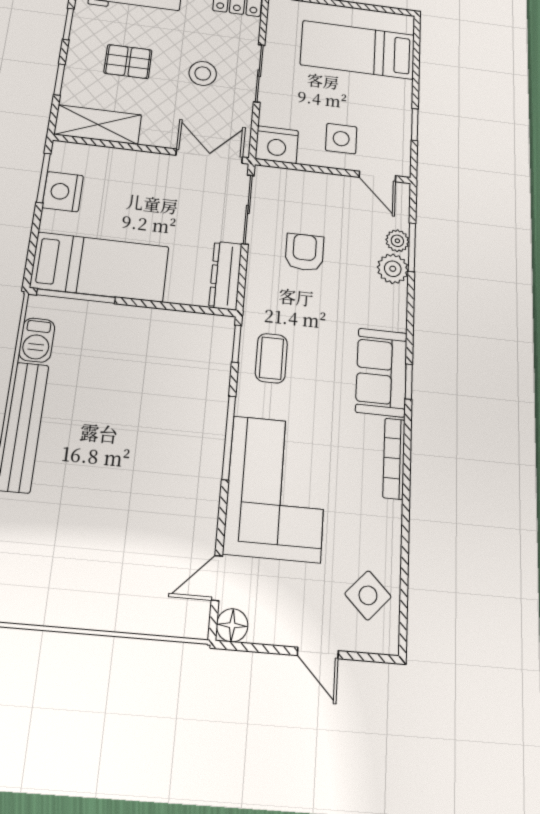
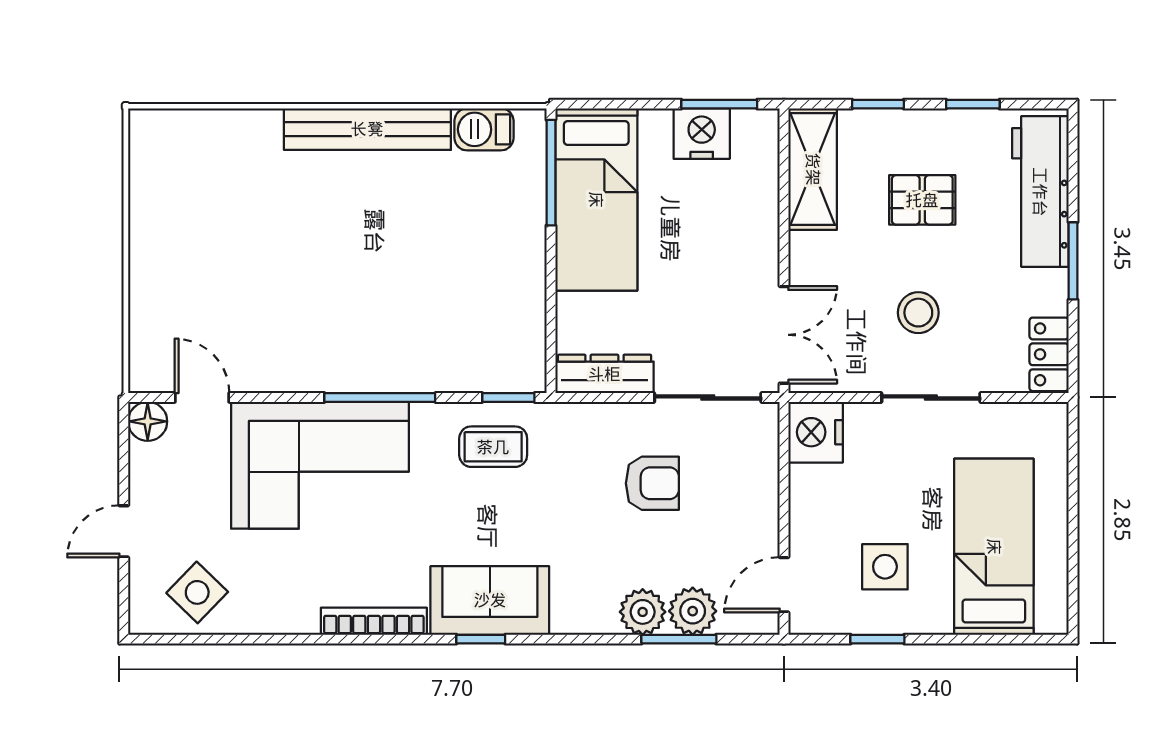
pallet: (128, 62) -> (922, 200), turned 90
side table: (341, 139) -> (885, 567), moved
plant: (397, 241) -> (693, 611), width x1.38, depth x1.38

